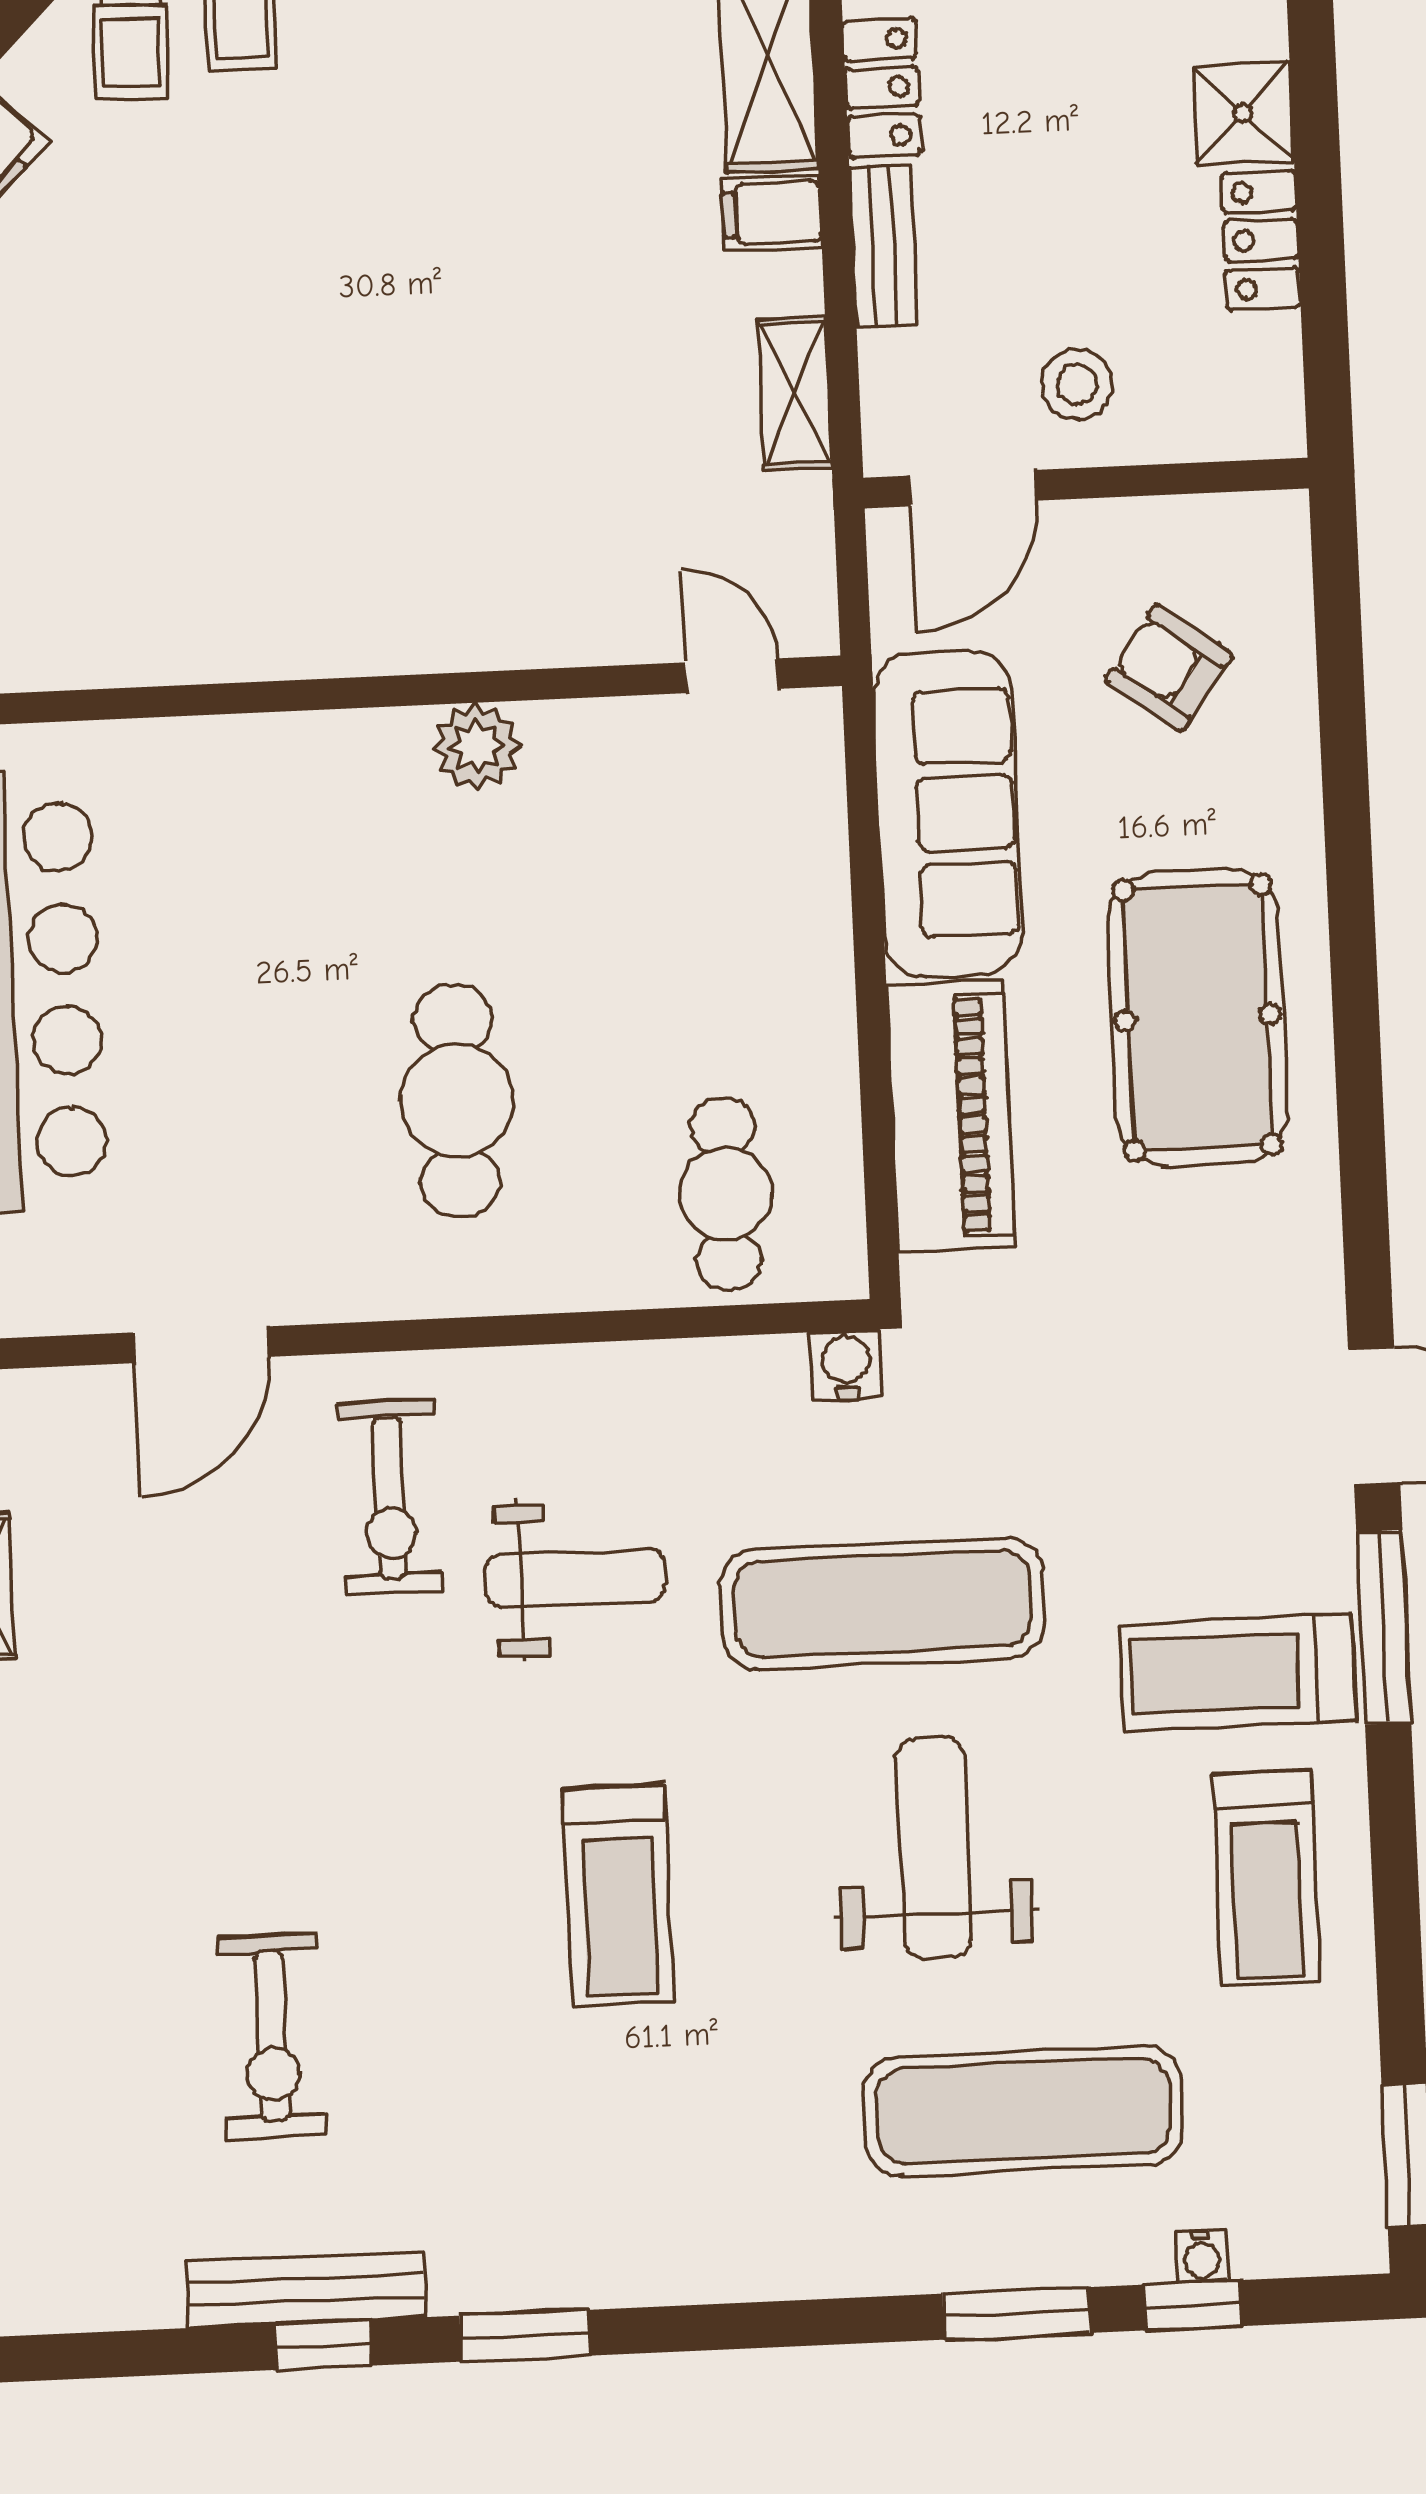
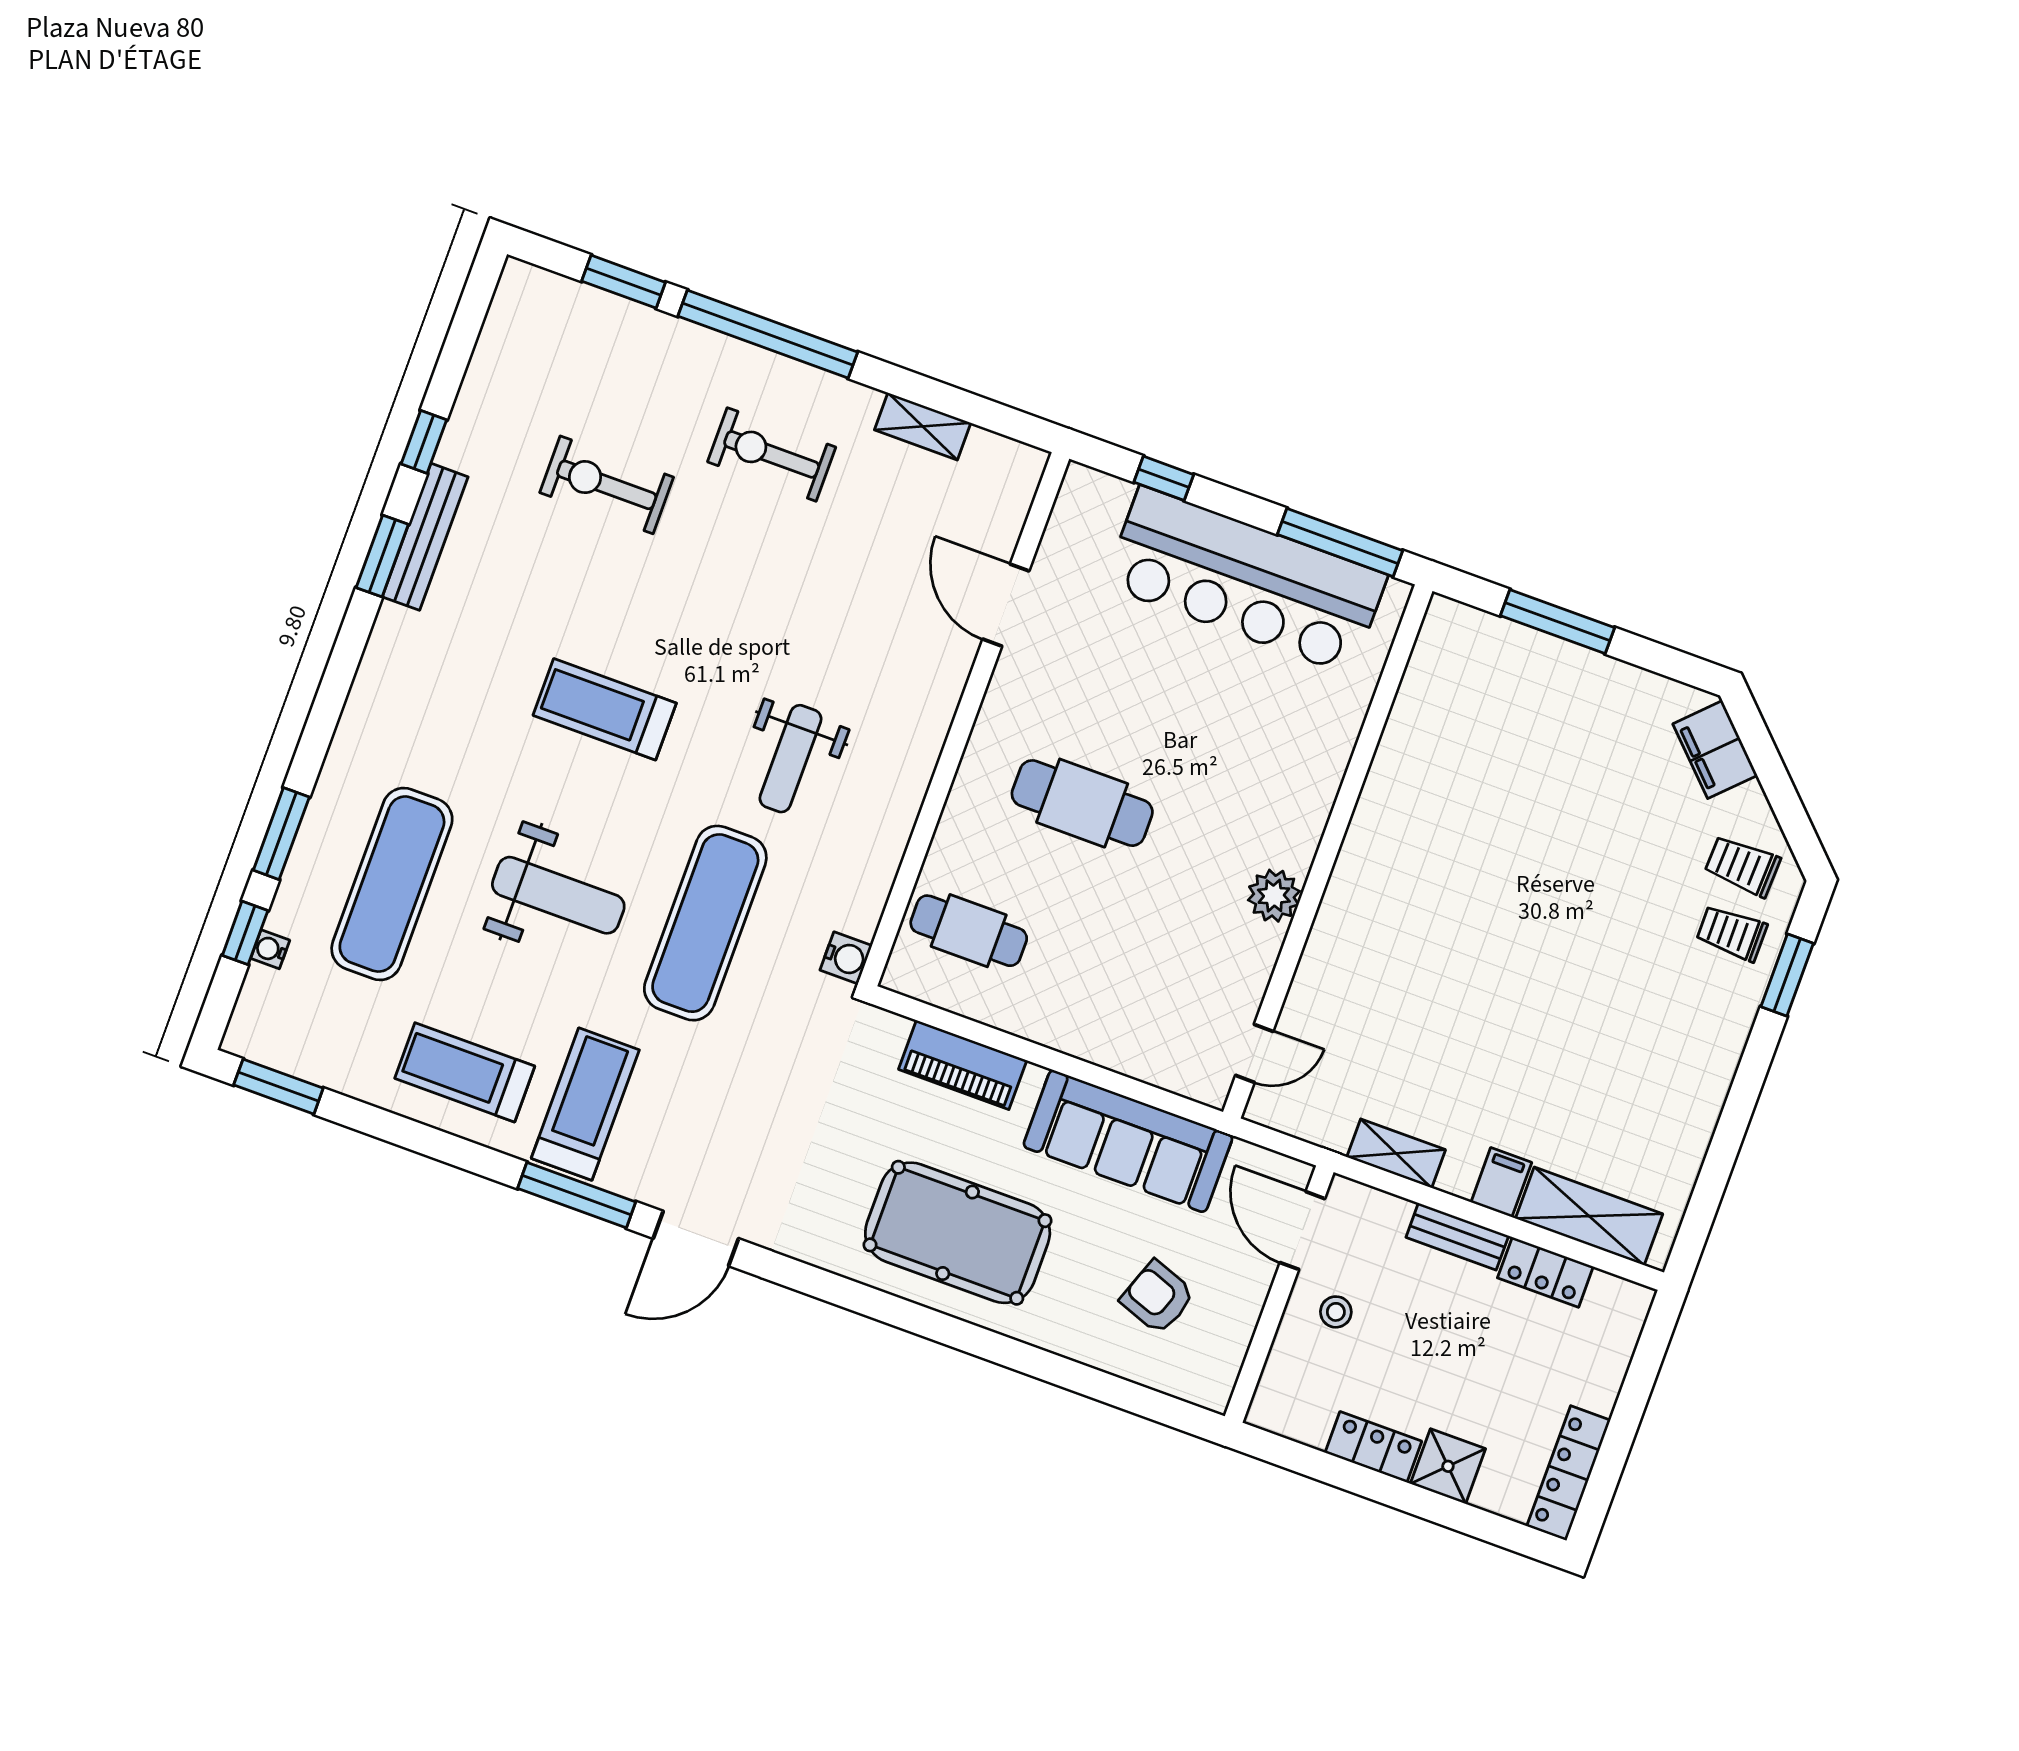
stool: (1077, 385) -> (1336, 1312), width x0.73, depth x0.73
armchair: (1169, 668) -> (1158, 1297), turned -106
piano: (950, 1116) -> (963, 1065), width x0.73, depth x0.75
exercise bike: (390, 1497) -> (772, 454), moved
bench: (306, 2289) -> (425, 537), moved

